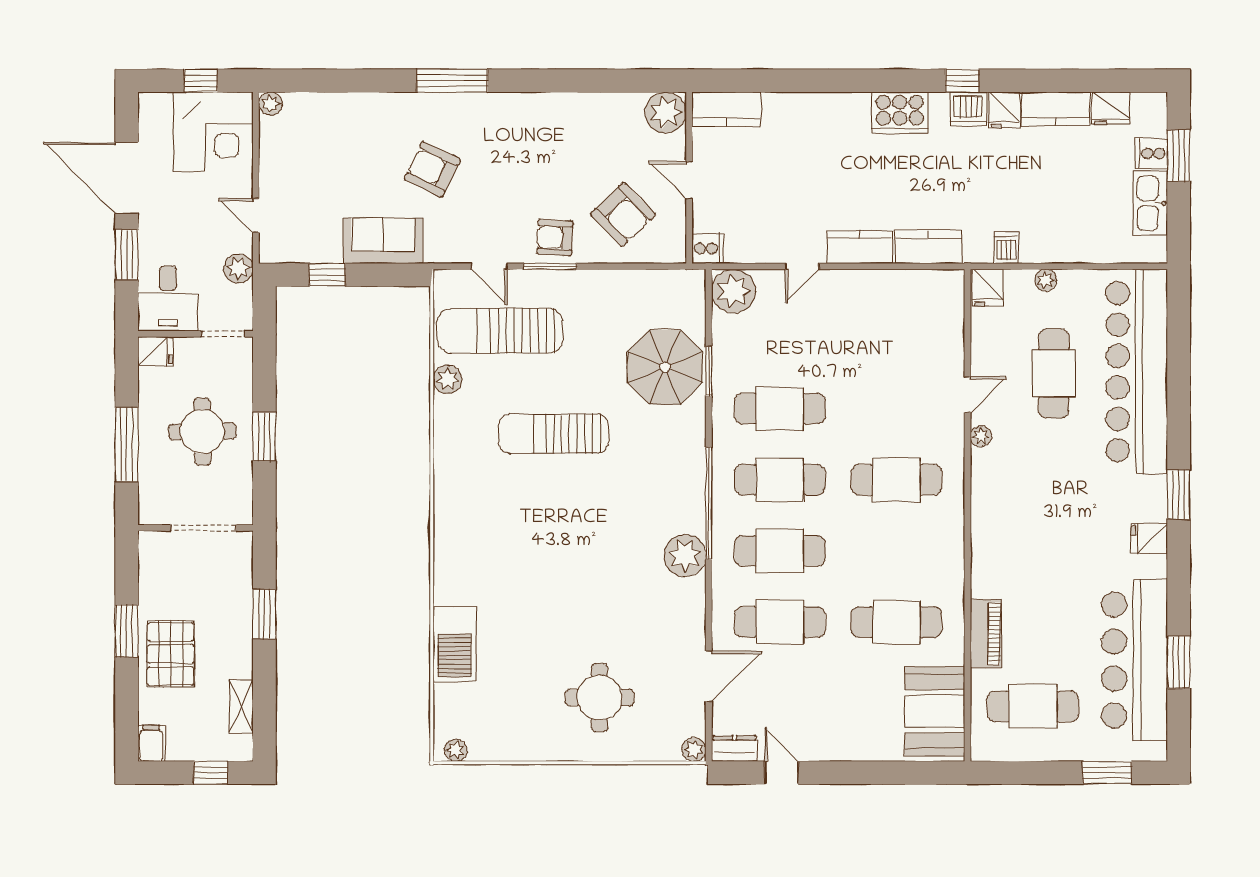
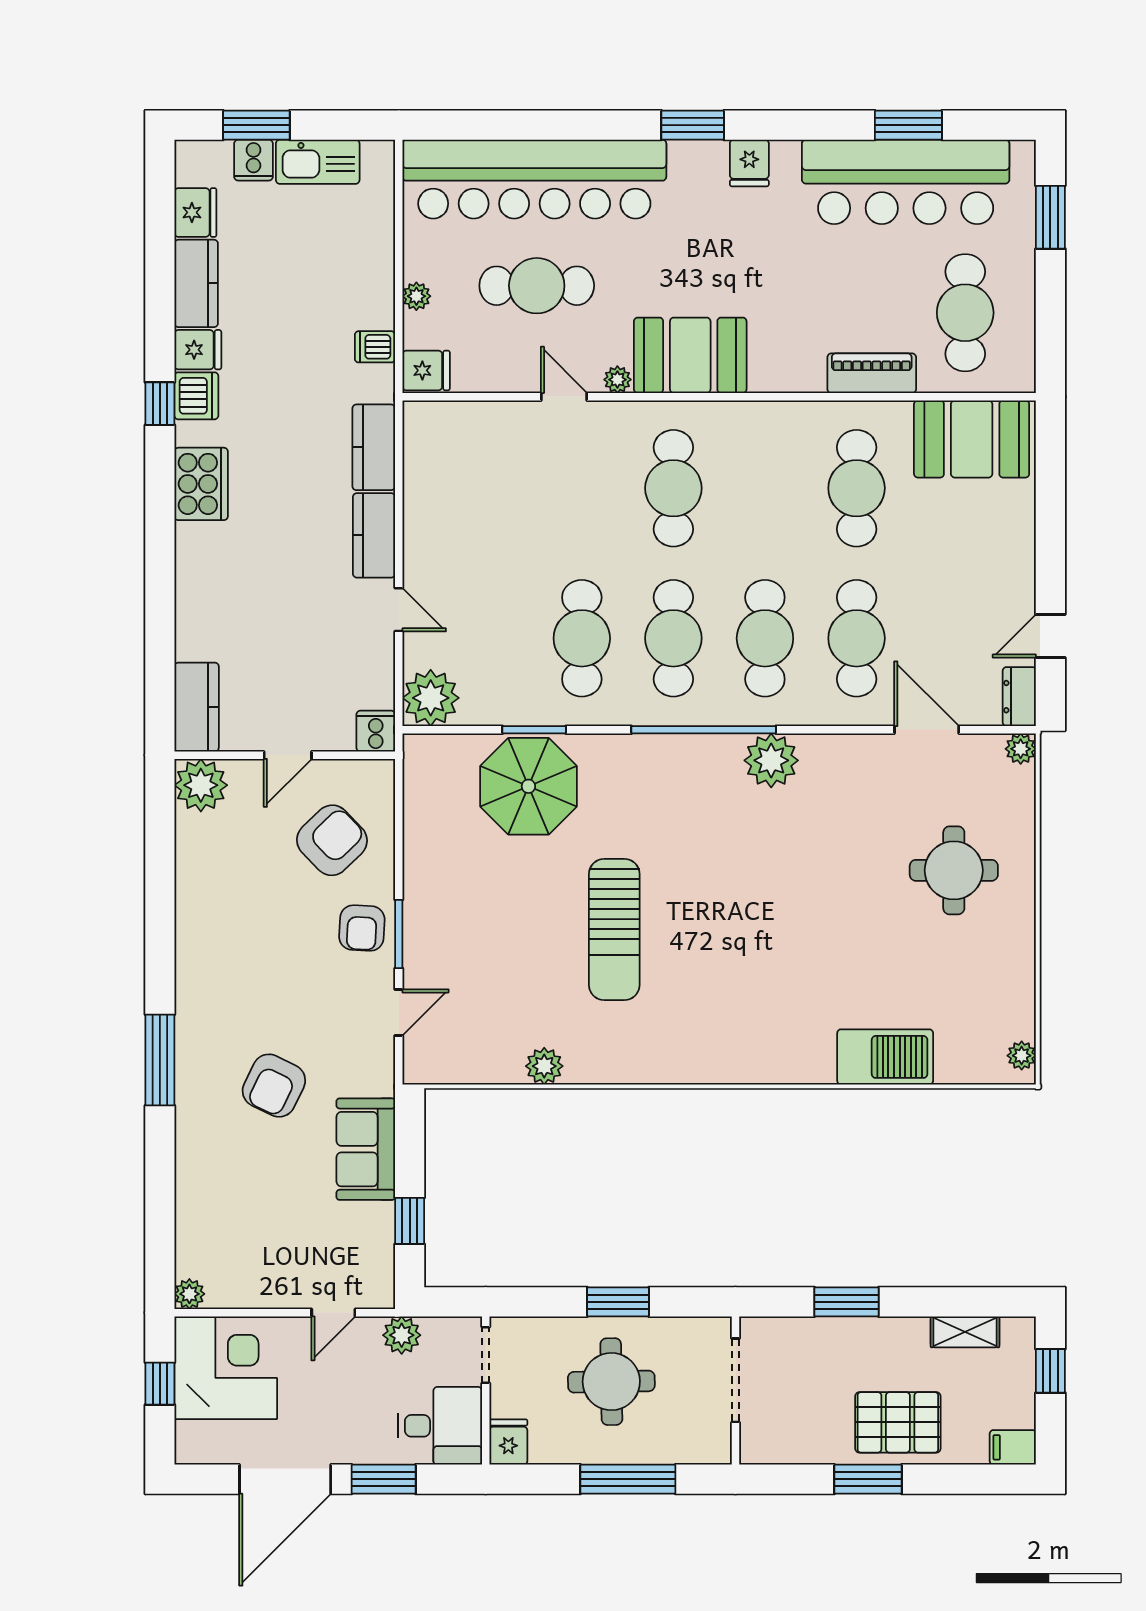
sun lounger: (500, 331) -> (482, 999), removed
booth: (1000, 493) -> (690, 355), added

